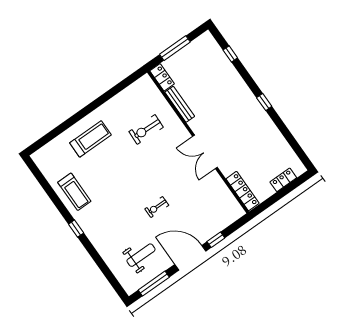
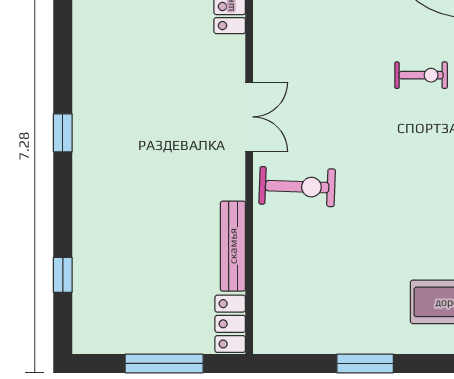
window: (107, 96) -> (365, 363), added
exercise bike: (146, 129) -> (297, 187), moved
double door: (205, 152) -> (249, 117), width x0.73

